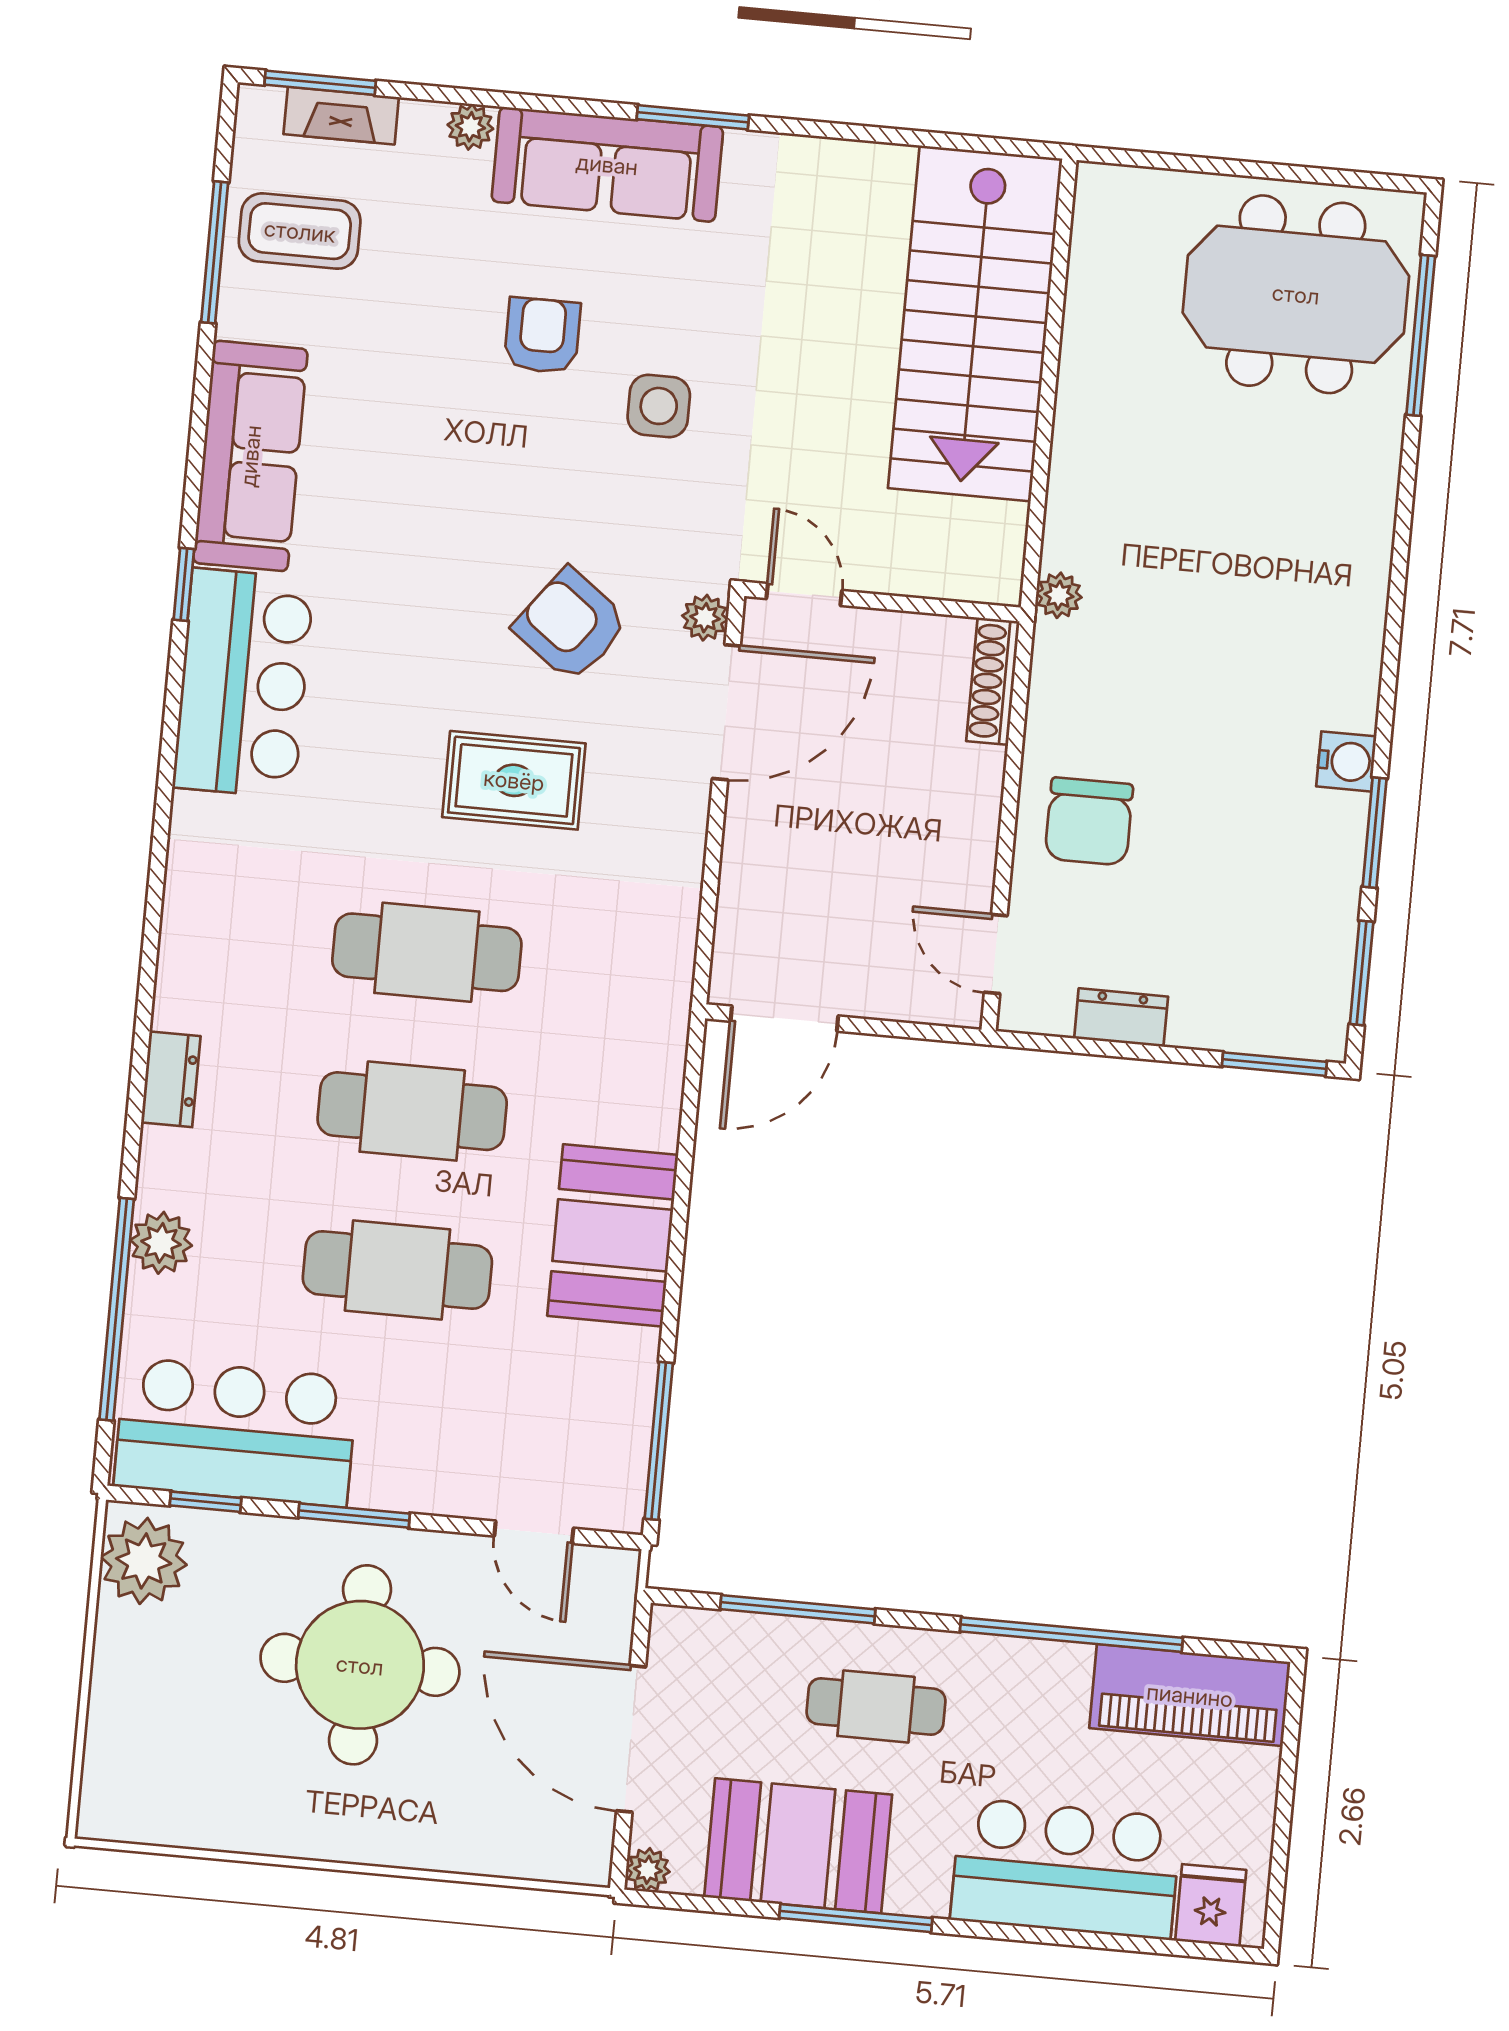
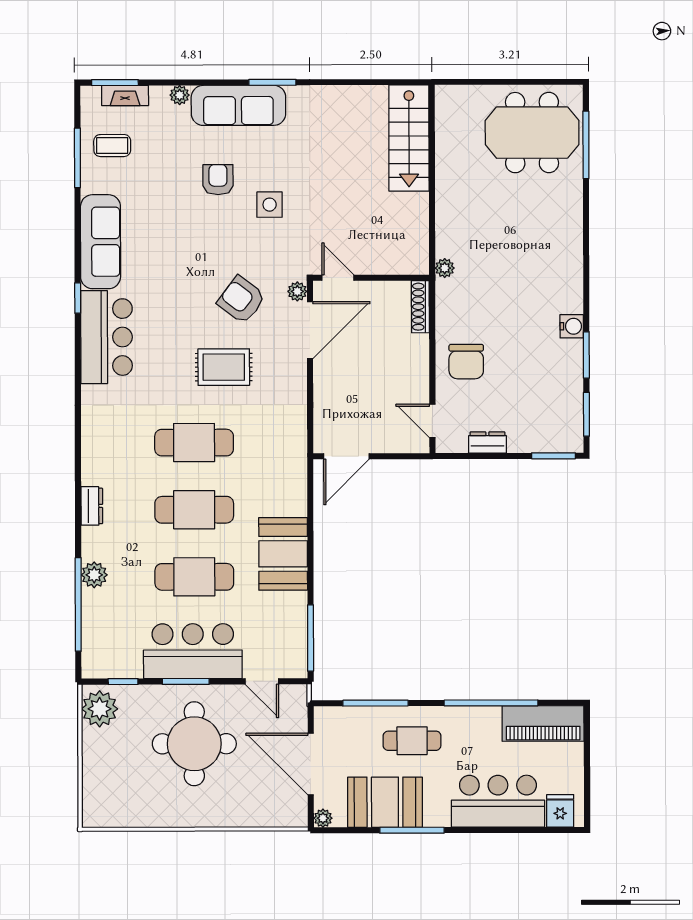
coffee table: (300, 231) -> (112, 146), width x0.73, depth x0.77
stairs: (975, 323) -> (409, 138), width x0.73, depth x0.66
bar counter: (236, 1432) -> (193, 651), moved

